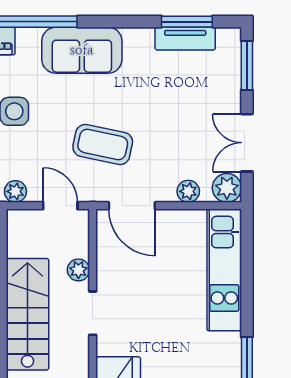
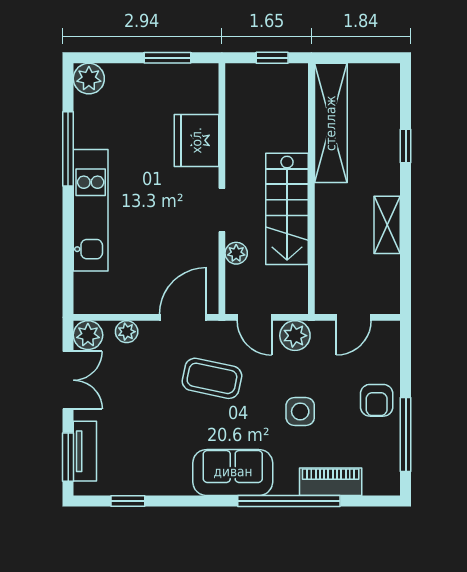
window: (187, 22) -> (128, 501), width x0.67
tv unit: (185, 39) -> (85, 451), moved, turned 90
plant: (15, 191) -> (295, 336), width x1.38, depth x1.38
door: (132, 206) -> (183, 317), hinge flipped
kitchen unit: (224, 270) -> (91, 210), moved

